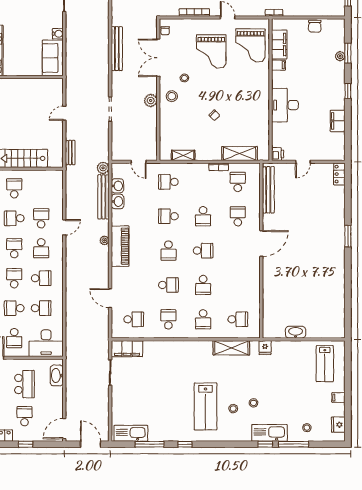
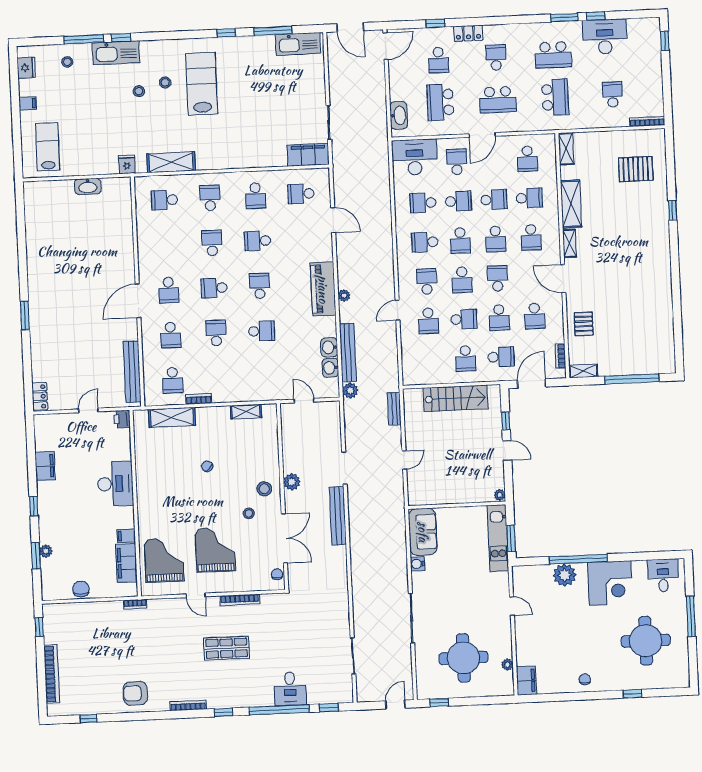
bench: (117, 49) -> (338, 516), moved
school desk: (168, 182) -> (169, 290), moved, turned 90

